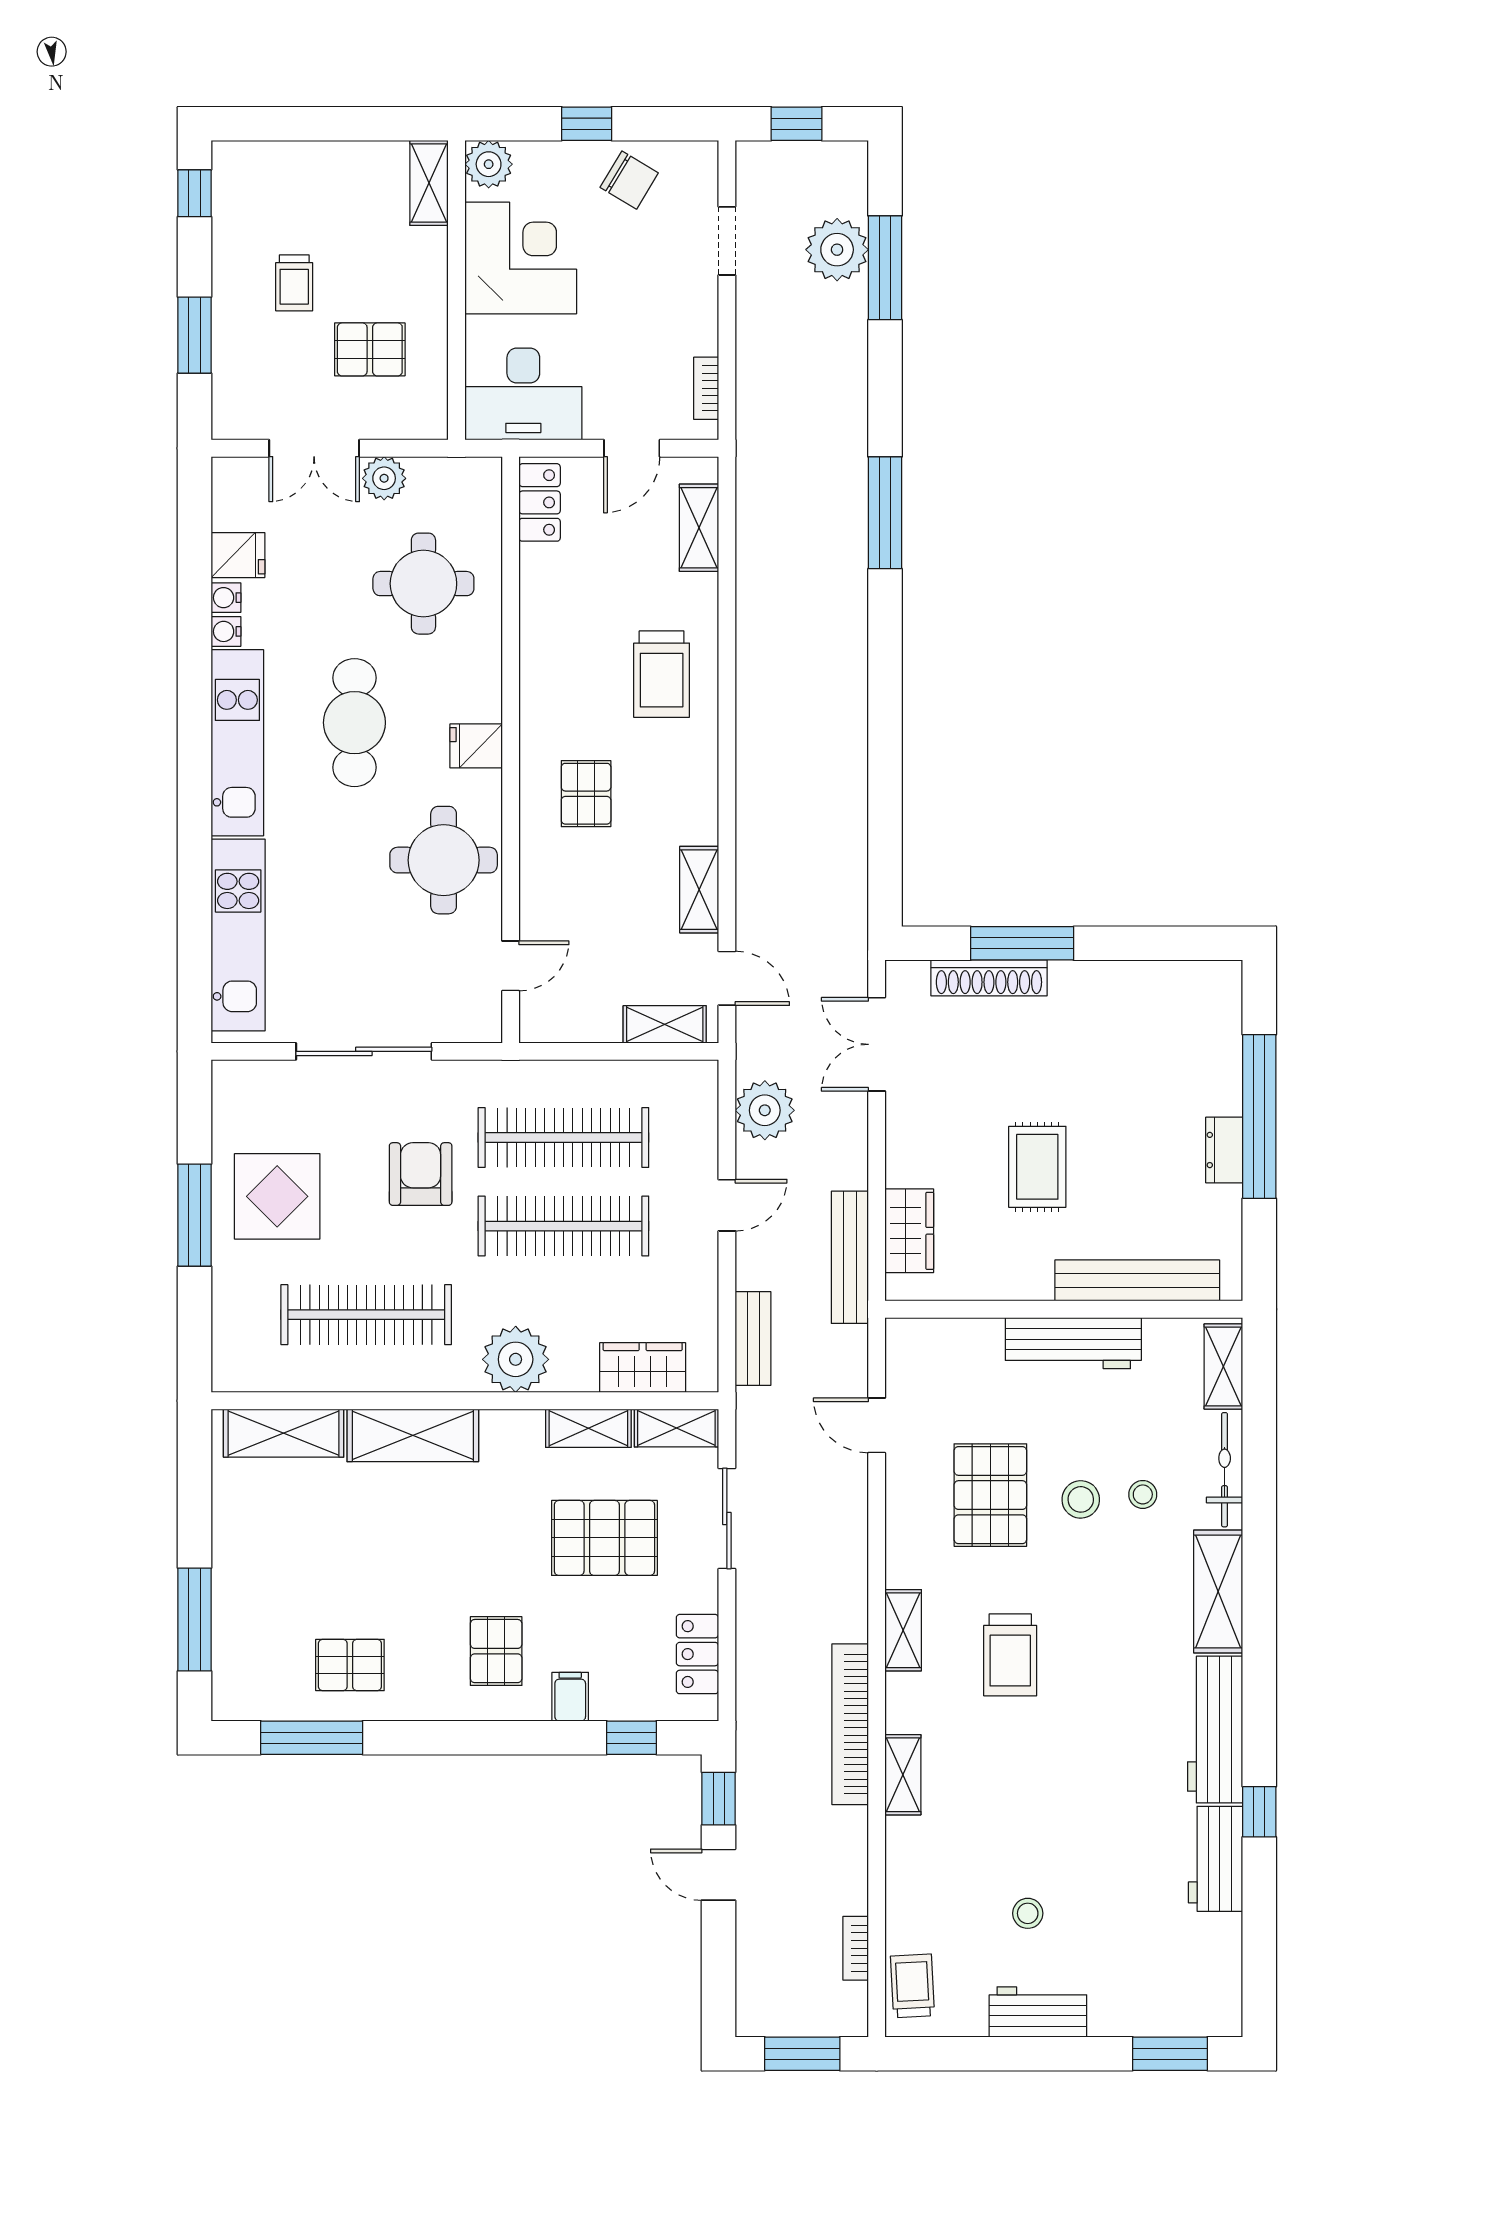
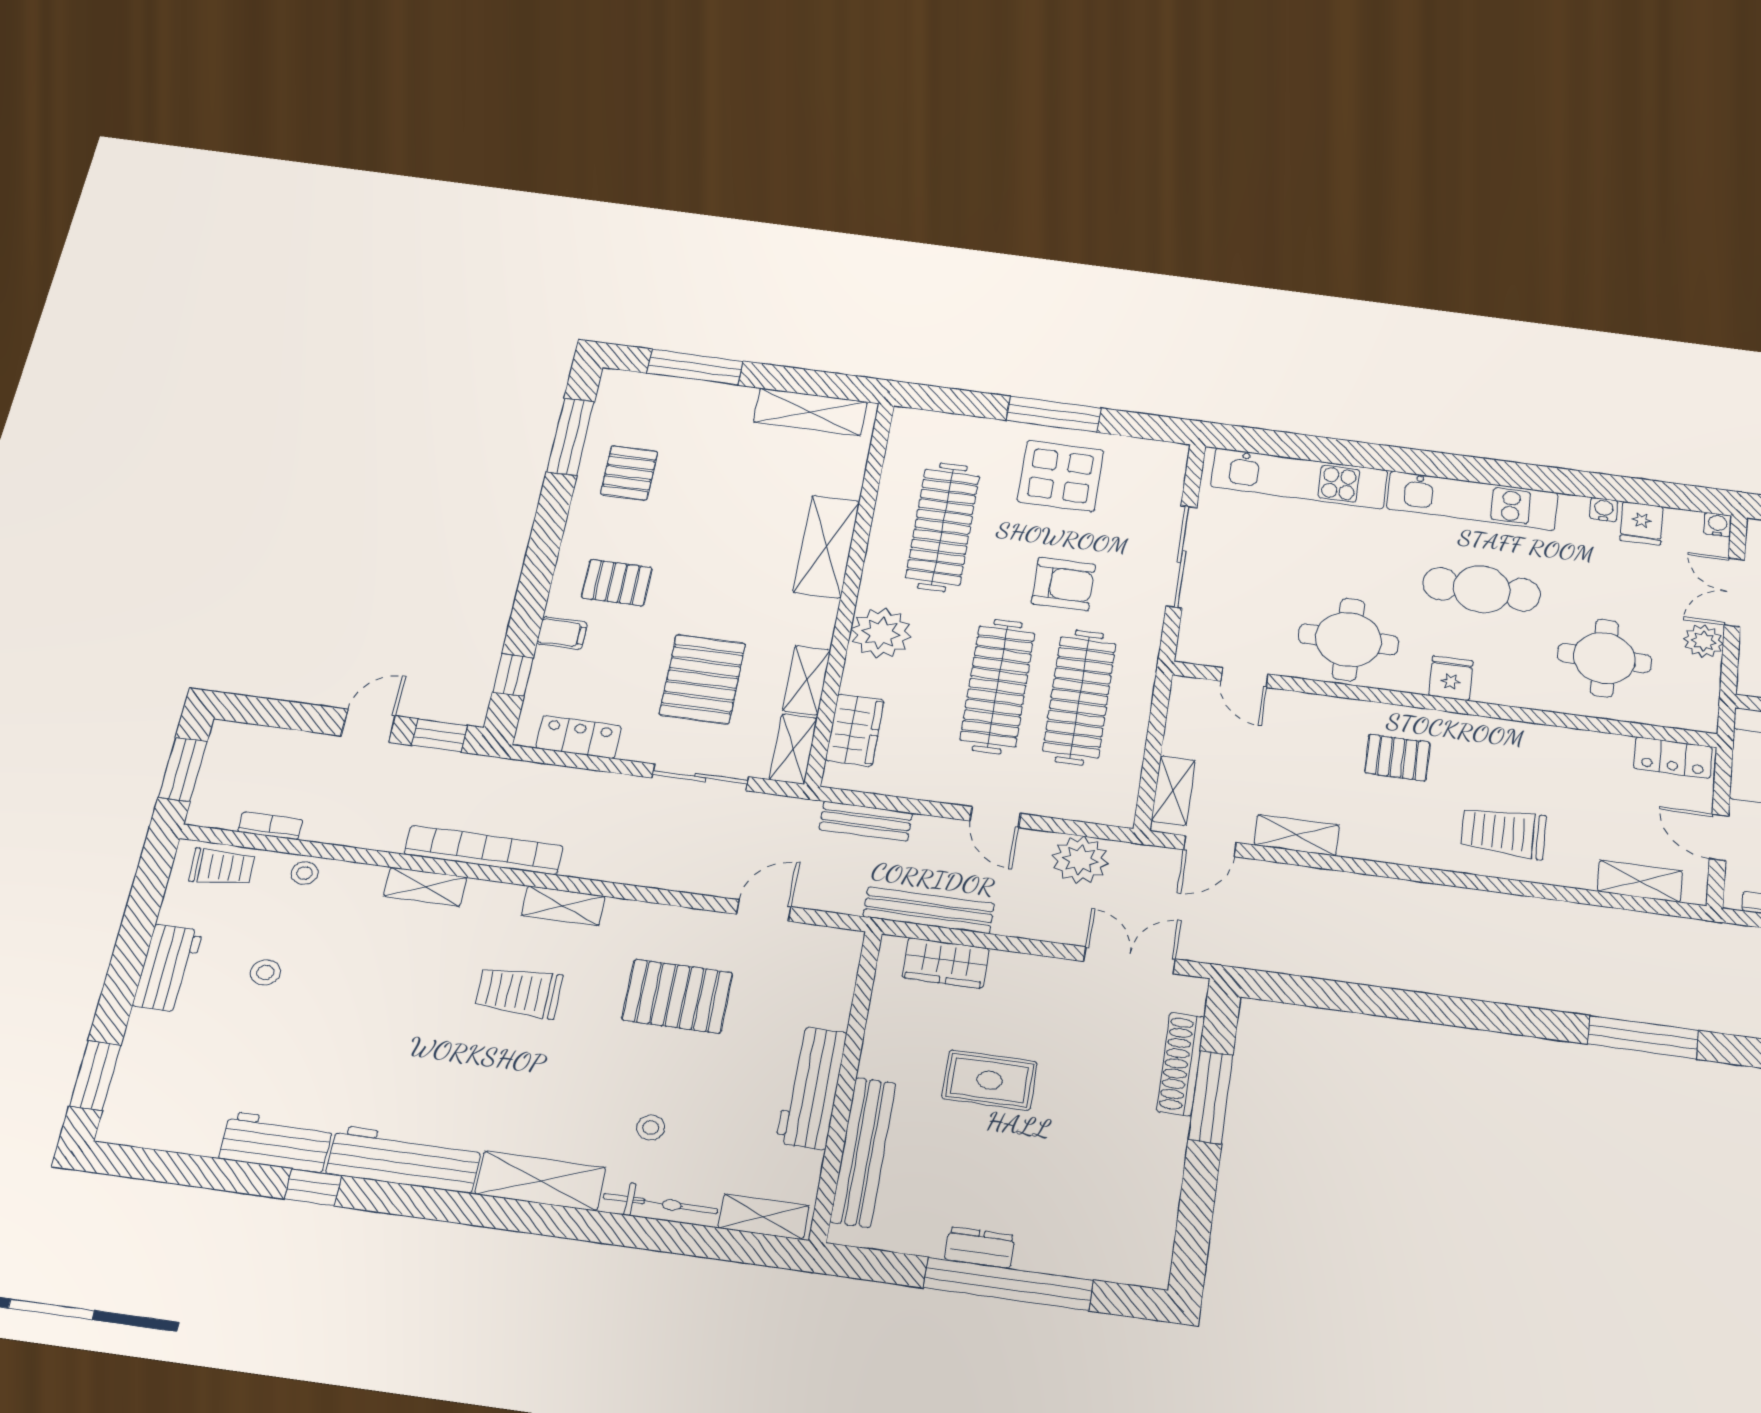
water cooler: (226, 631) -> (1718, 525), moved
shelving: (284, 1433) -> (810, 412), moved, turned 90
stool: (1081, 1499) -> (305, 873), moved, width x0.73, depth x0.73

